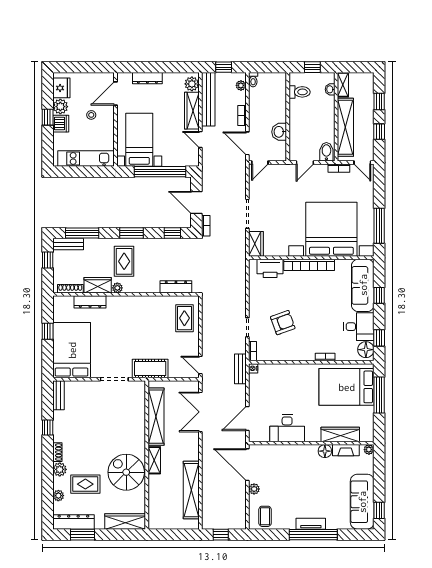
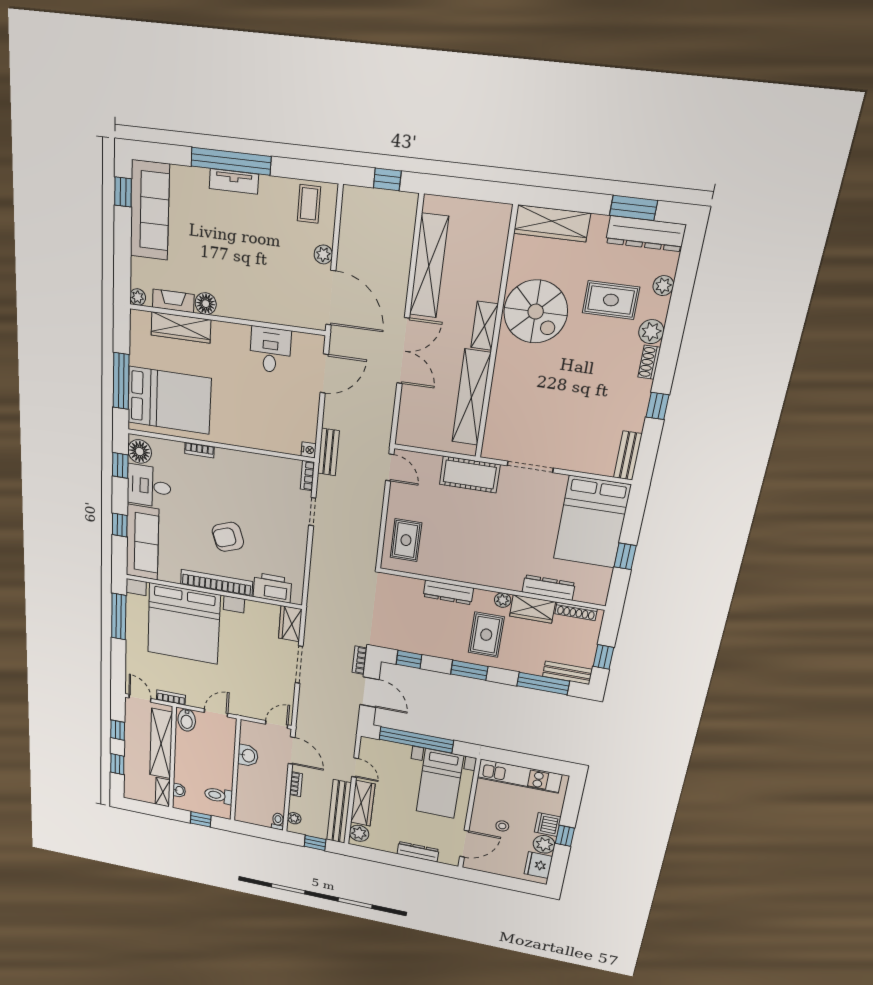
dresser: (176, 287) -> (448, 592), moved
armchair: (283, 323) -> (228, 537), moved
double door: (200, 412) -> (403, 351), moved
desk: (287, 428) -> (270, 350), width x0.73

